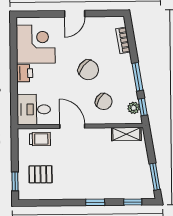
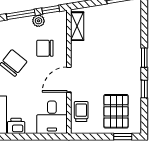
chair: (104, 102) -> (45, 48), turned -122
plant: (134, 108) -> (39, 21), moved
pallet: (41, 174) -> (116, 111), width x1.50, depth x1.42
window: (133, 202) -> (144, 89), moved

